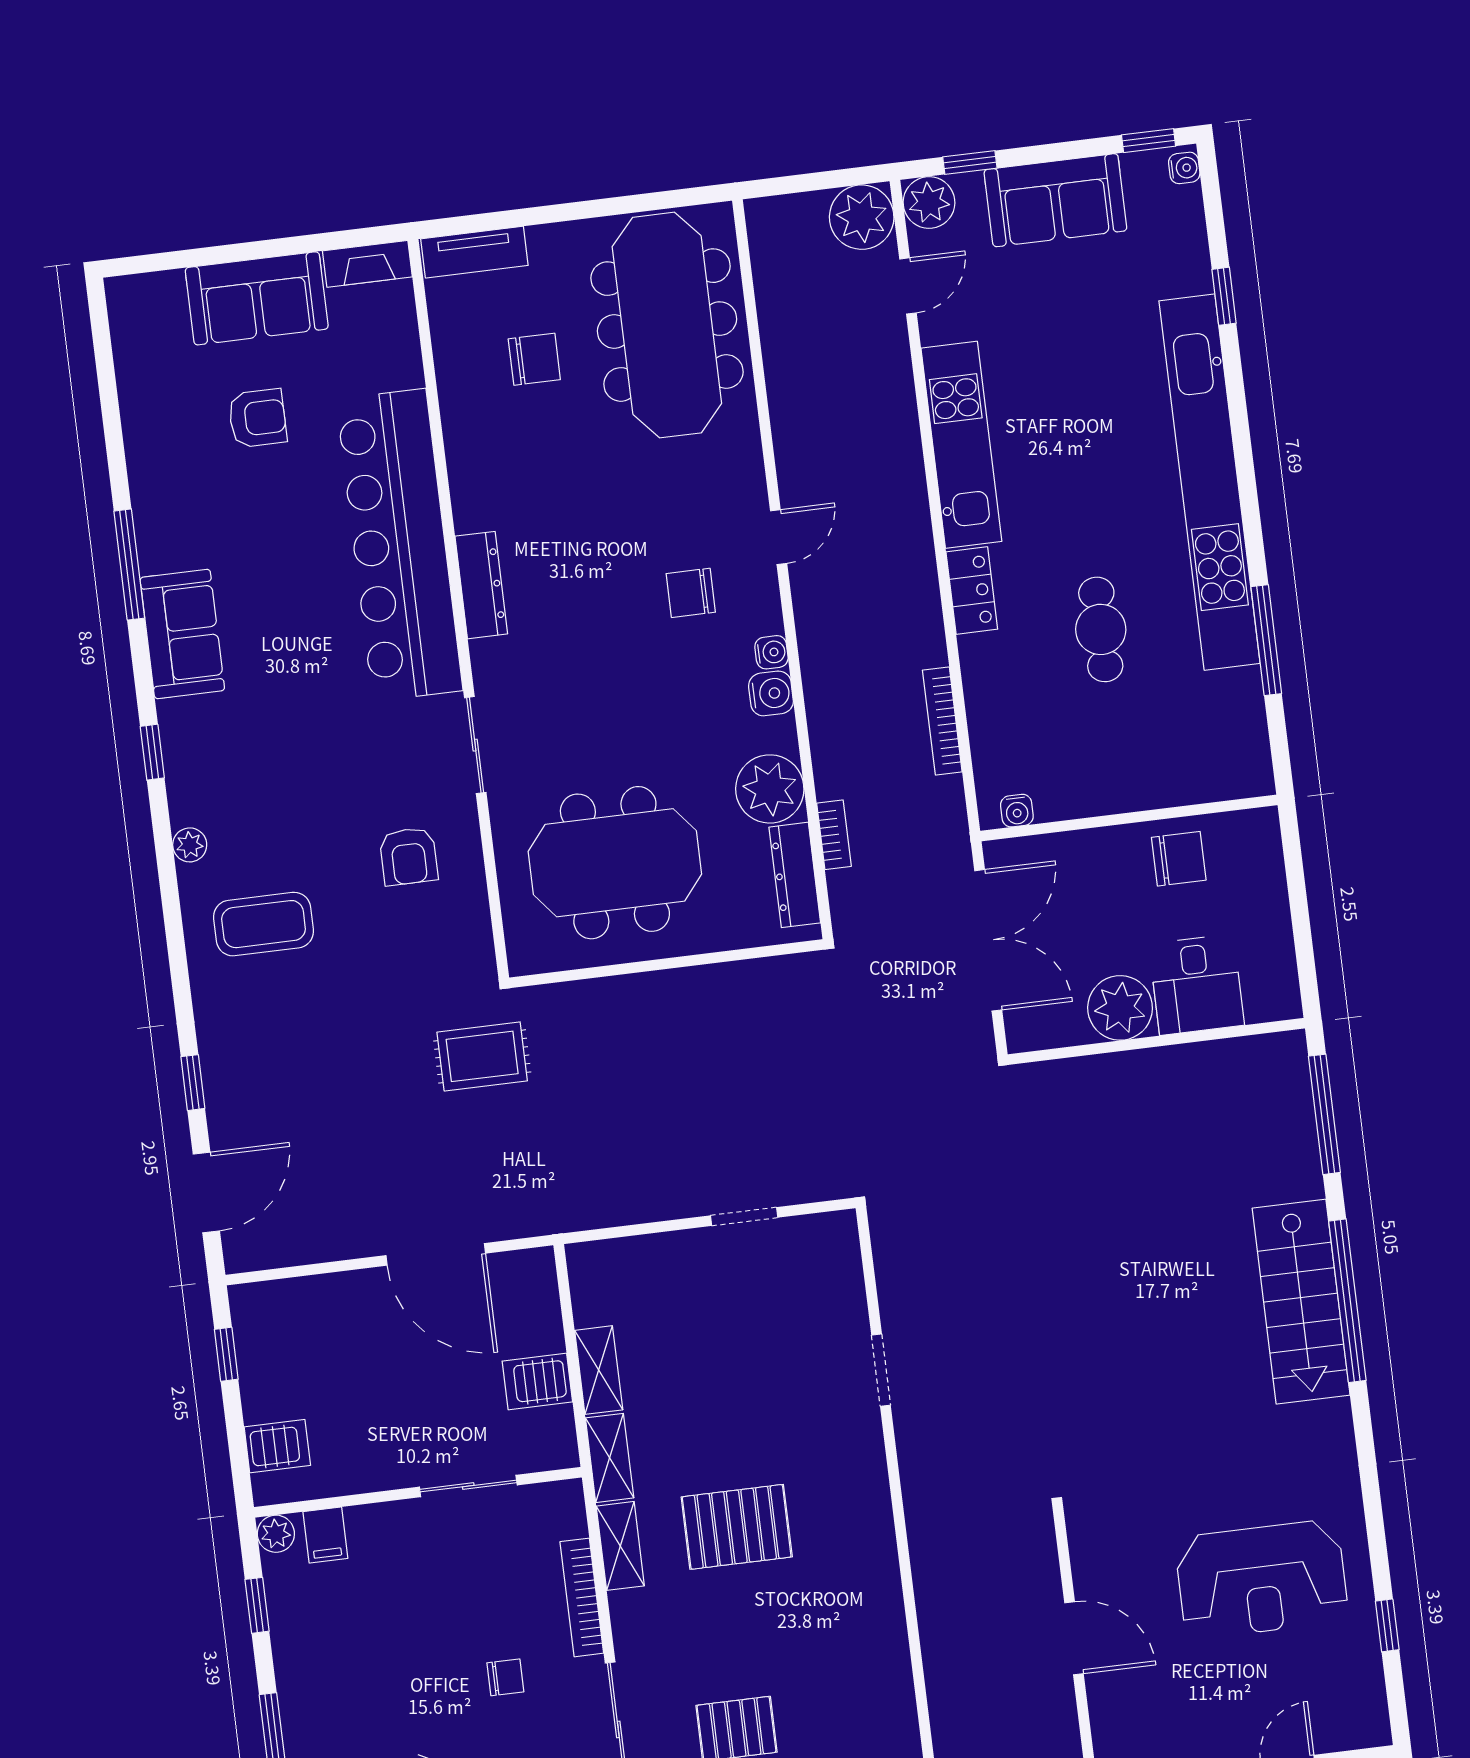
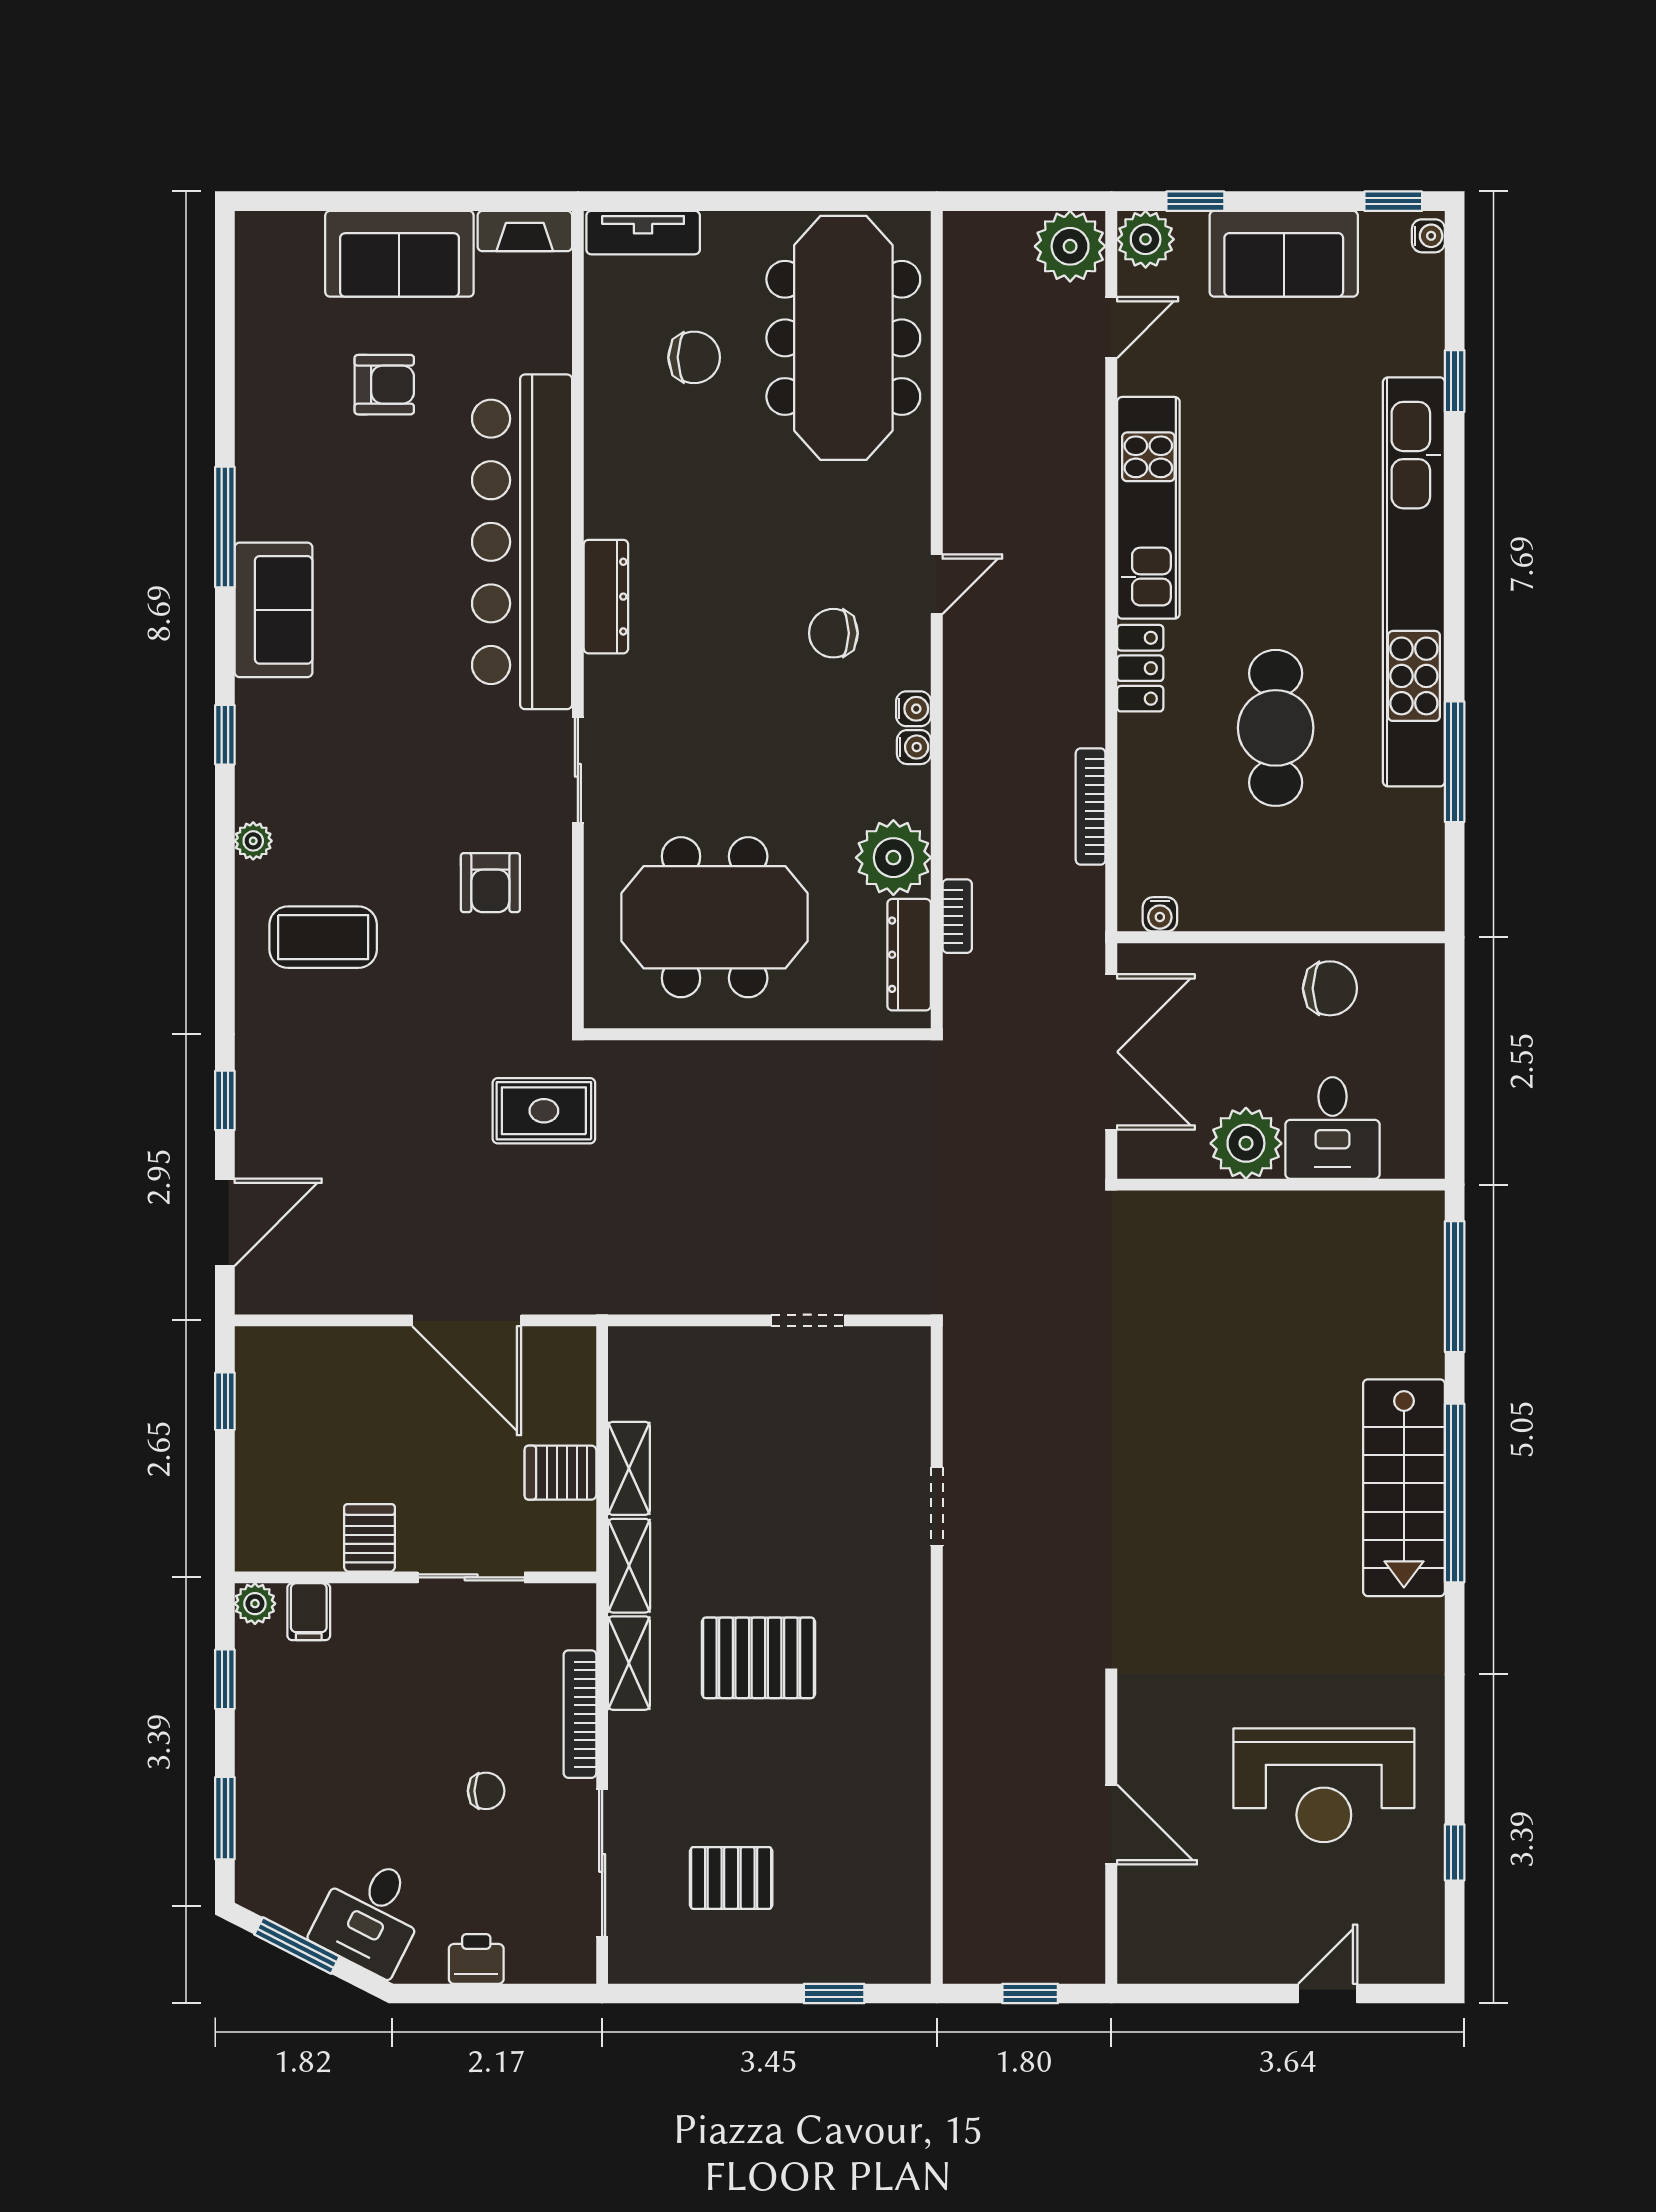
cafe table: (1101, 629) -> (1276, 728), width x1.37, depth x1.35
water cooler: (771, 693) -> (914, 747), width x0.72, depth x0.72
server rack: (277, 1446) -> (369, 1538), moved, turned -90

